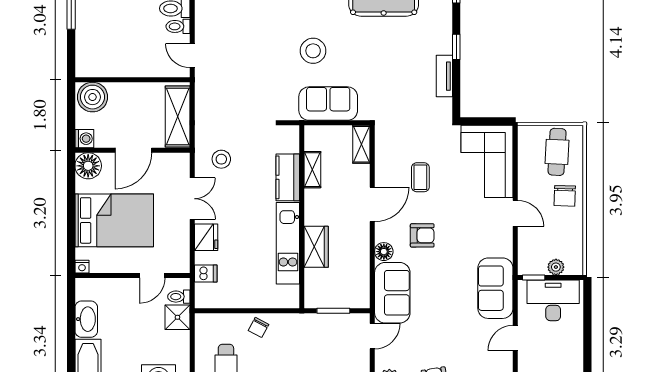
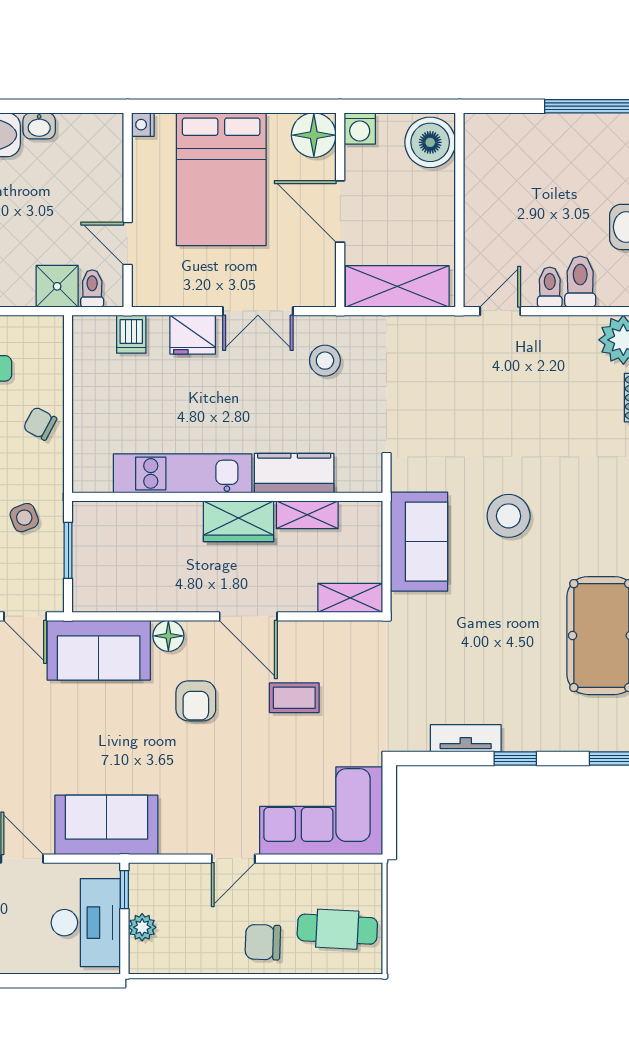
wardrobe: (316, 247) -> (239, 521), moved
washbasin: (86, 319) -> (39, 126), width x0.52, depth x0.69
side table: (314, 337) -> (24, 518), added

